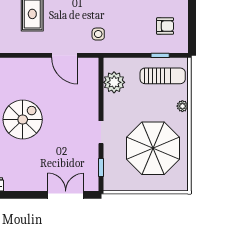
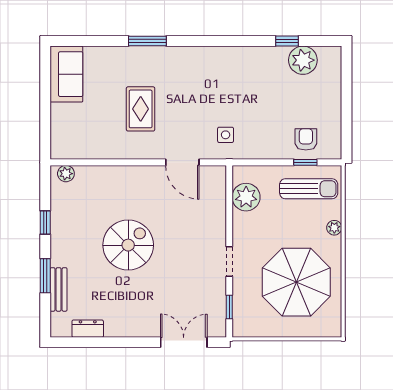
armchair: (165, 26) -> (306, 139), moved, turned -90

